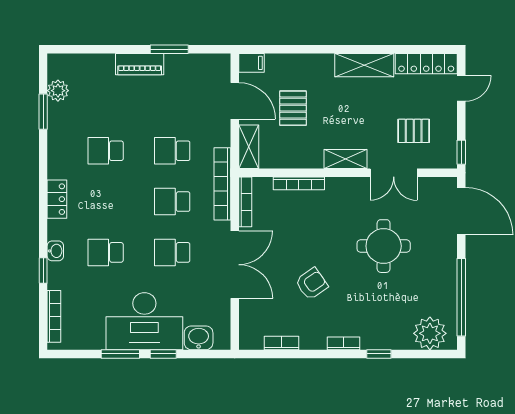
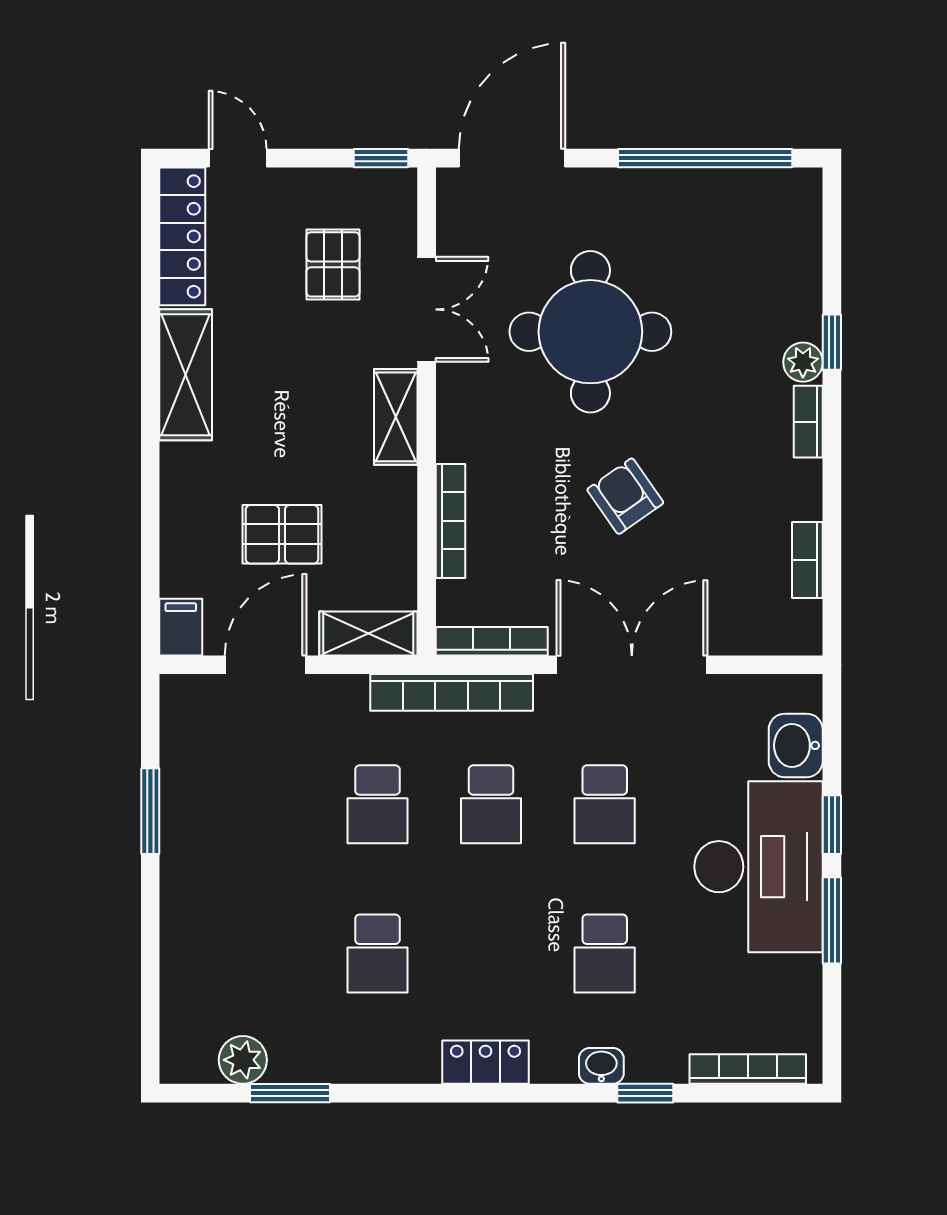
piano: (140, 64) -> (184, 877), removed
round table: (384, 246) -> (590, 332), width x1.36, depth x1.36
armchair: (312, 284) -> (625, 496), moved
plant: (430, 333) -> (803, 362), moved, width x0.53, depth x0.53

